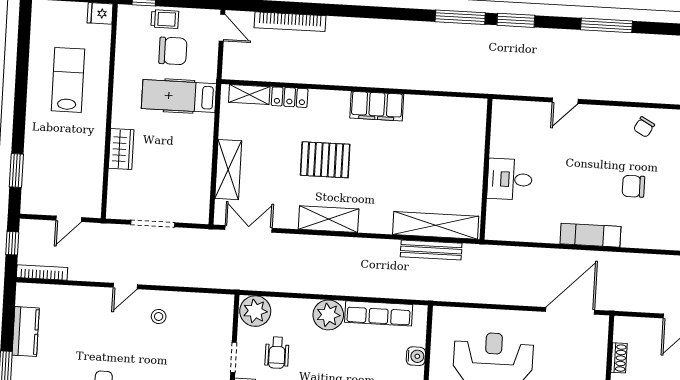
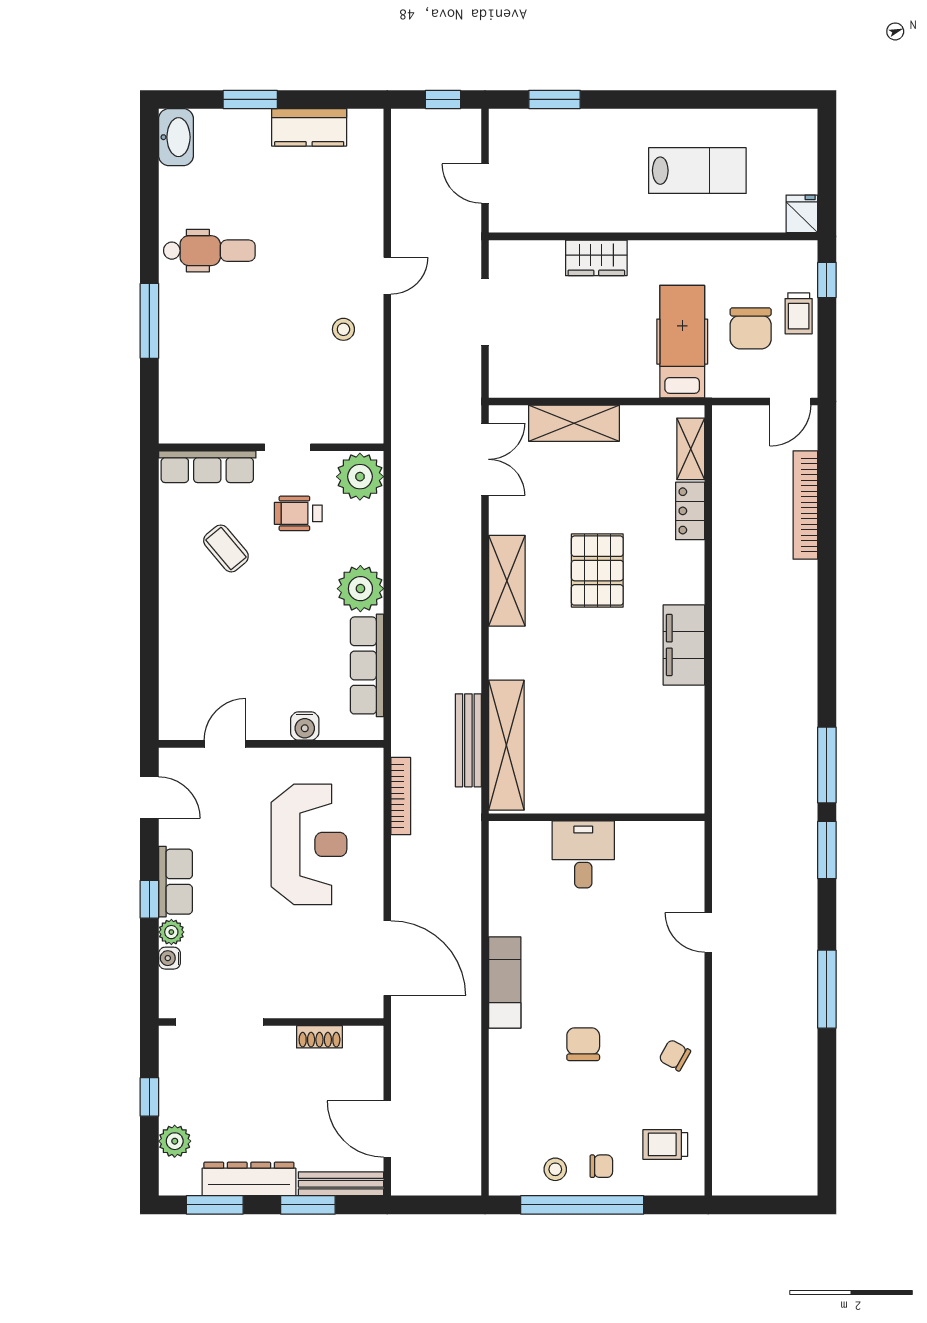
bookcase: (42, 272) -> (401, 796), moved
door: (125, 286) -> (387, 276), swing flipped

